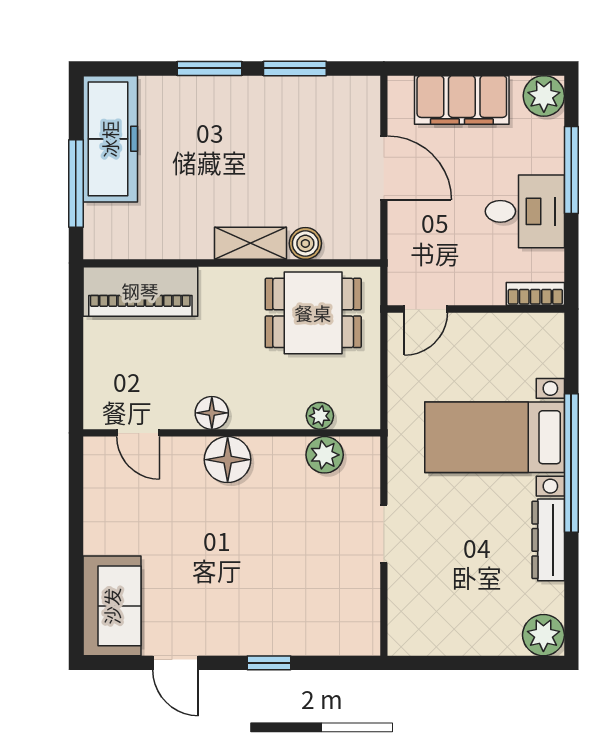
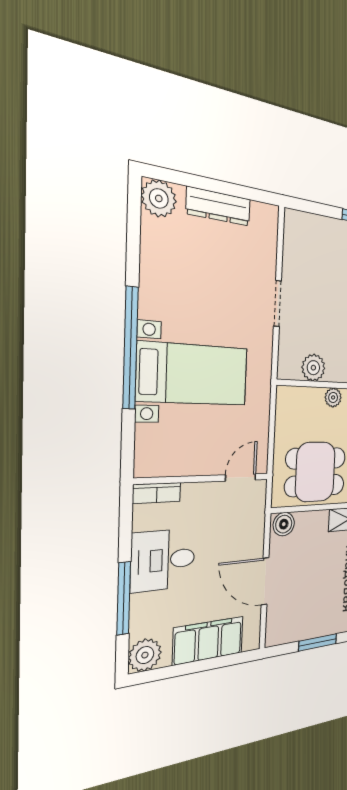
boiler: (305, 243) -> (284, 524), moved
plant: (320, 416) -> (333, 397), moved
dresser: (548, 540) -> (219, 206), moved, turned 90

